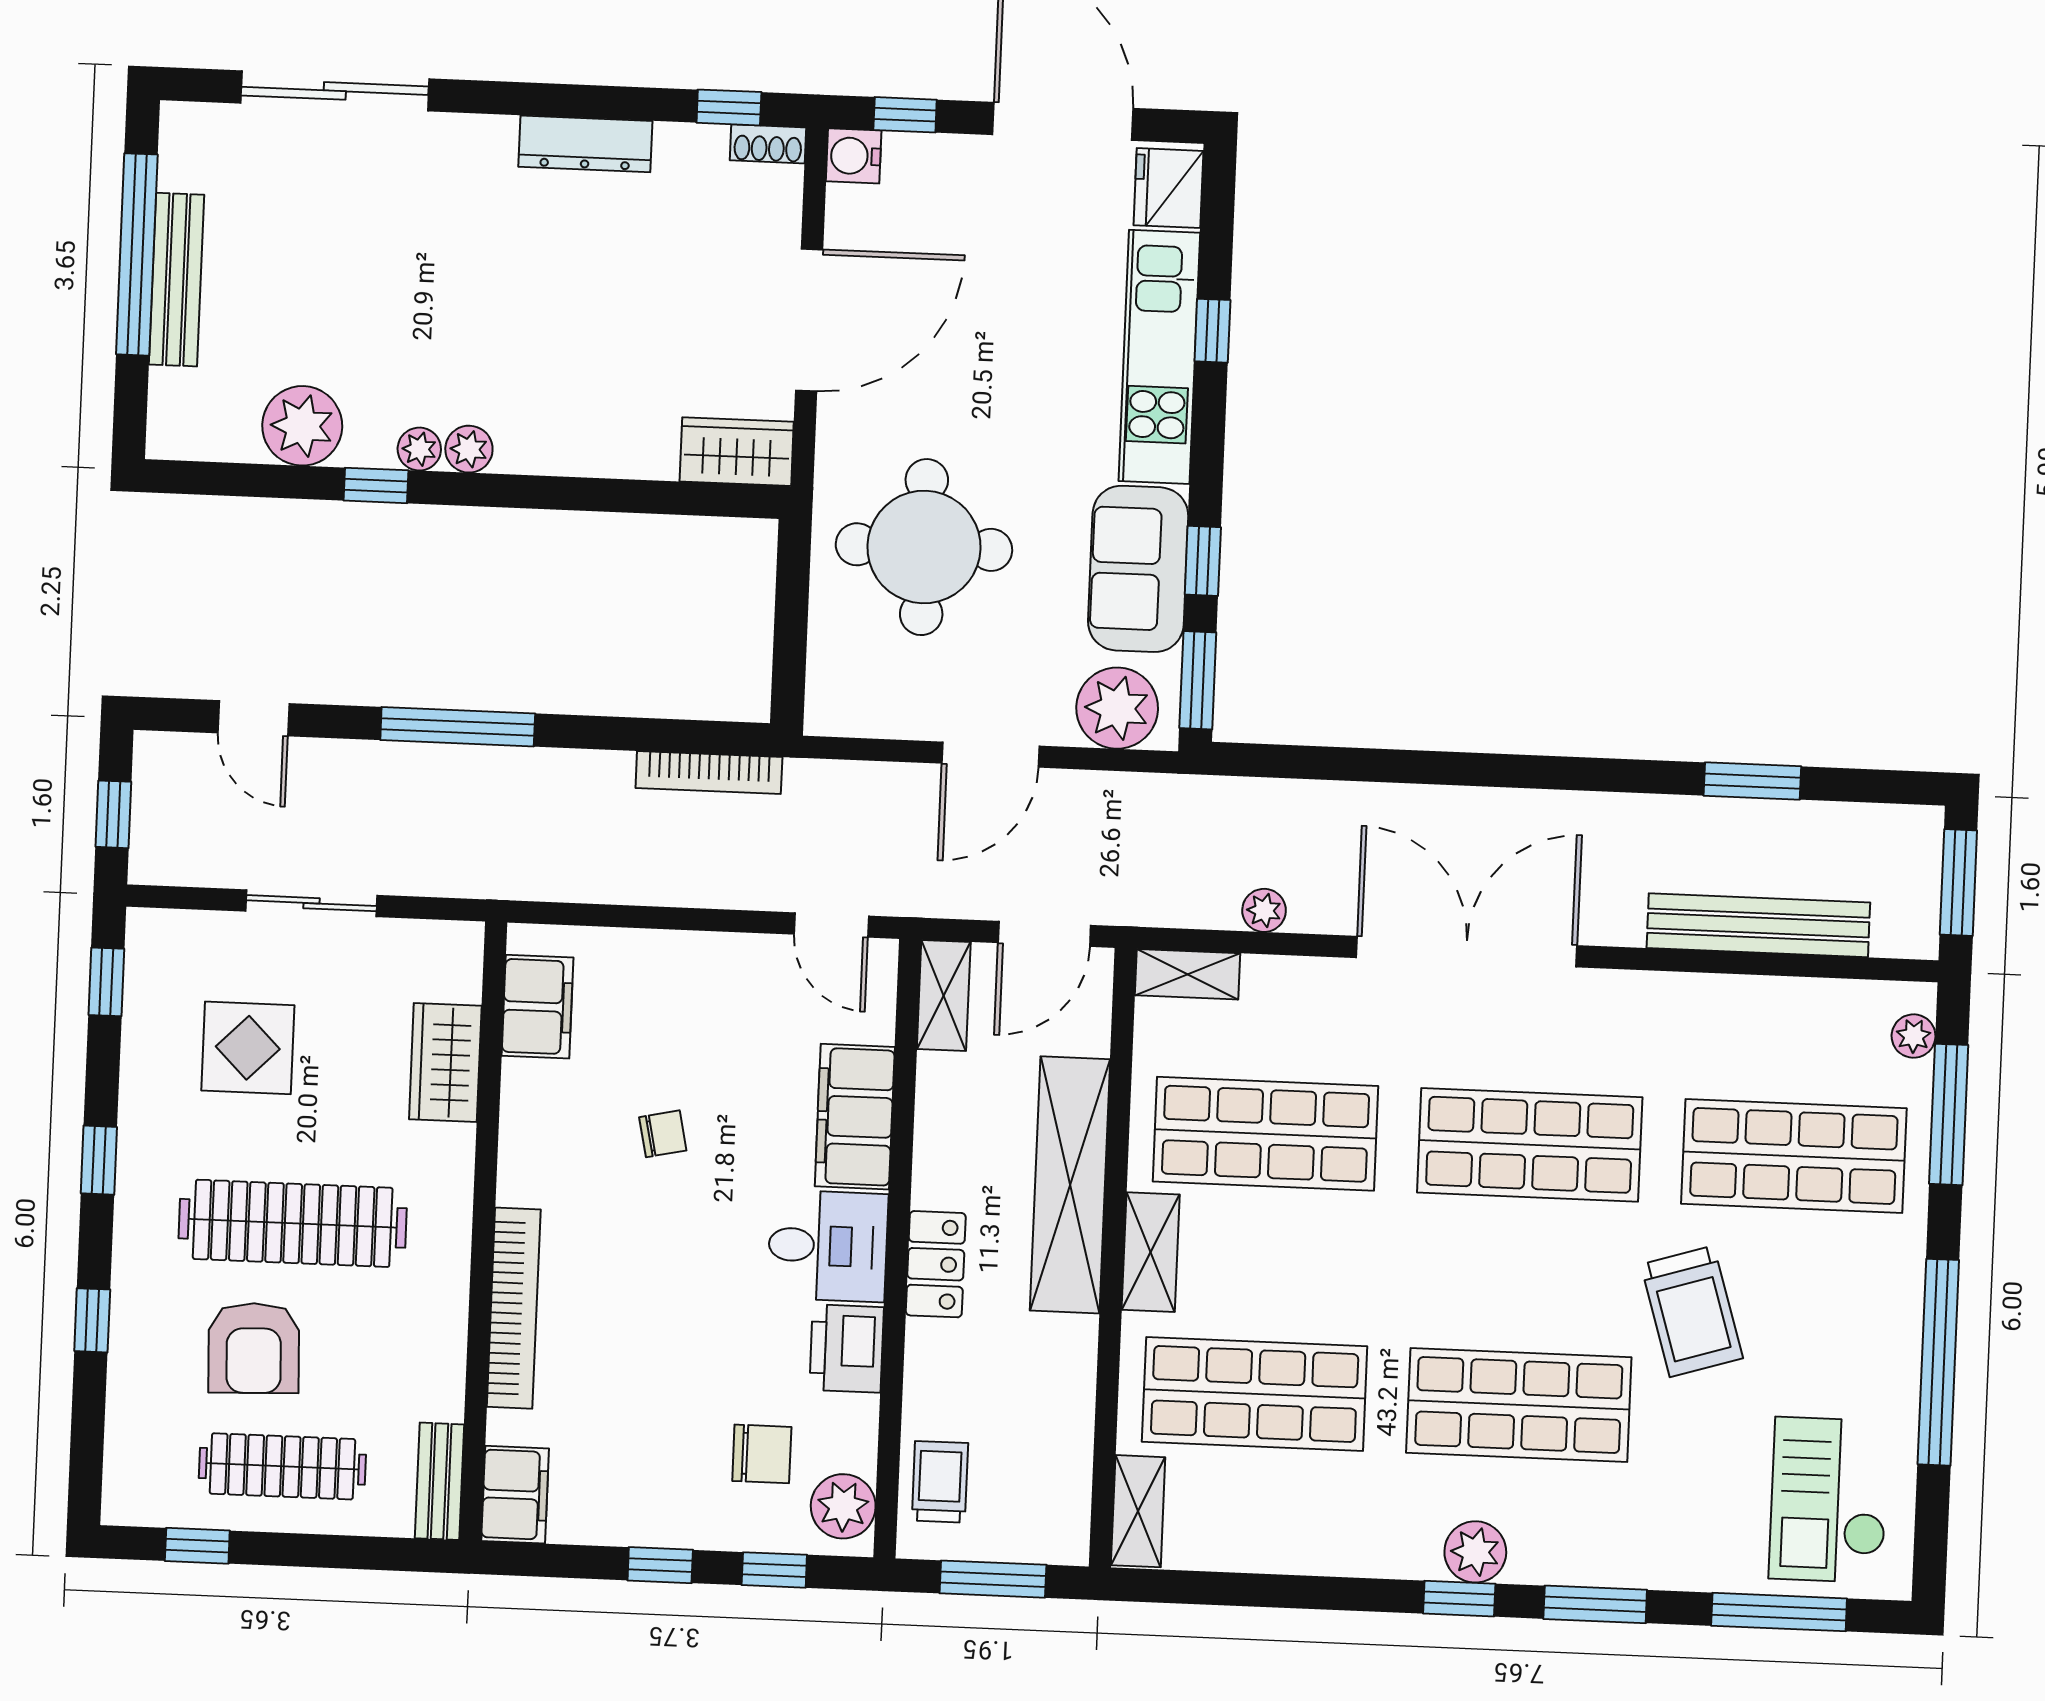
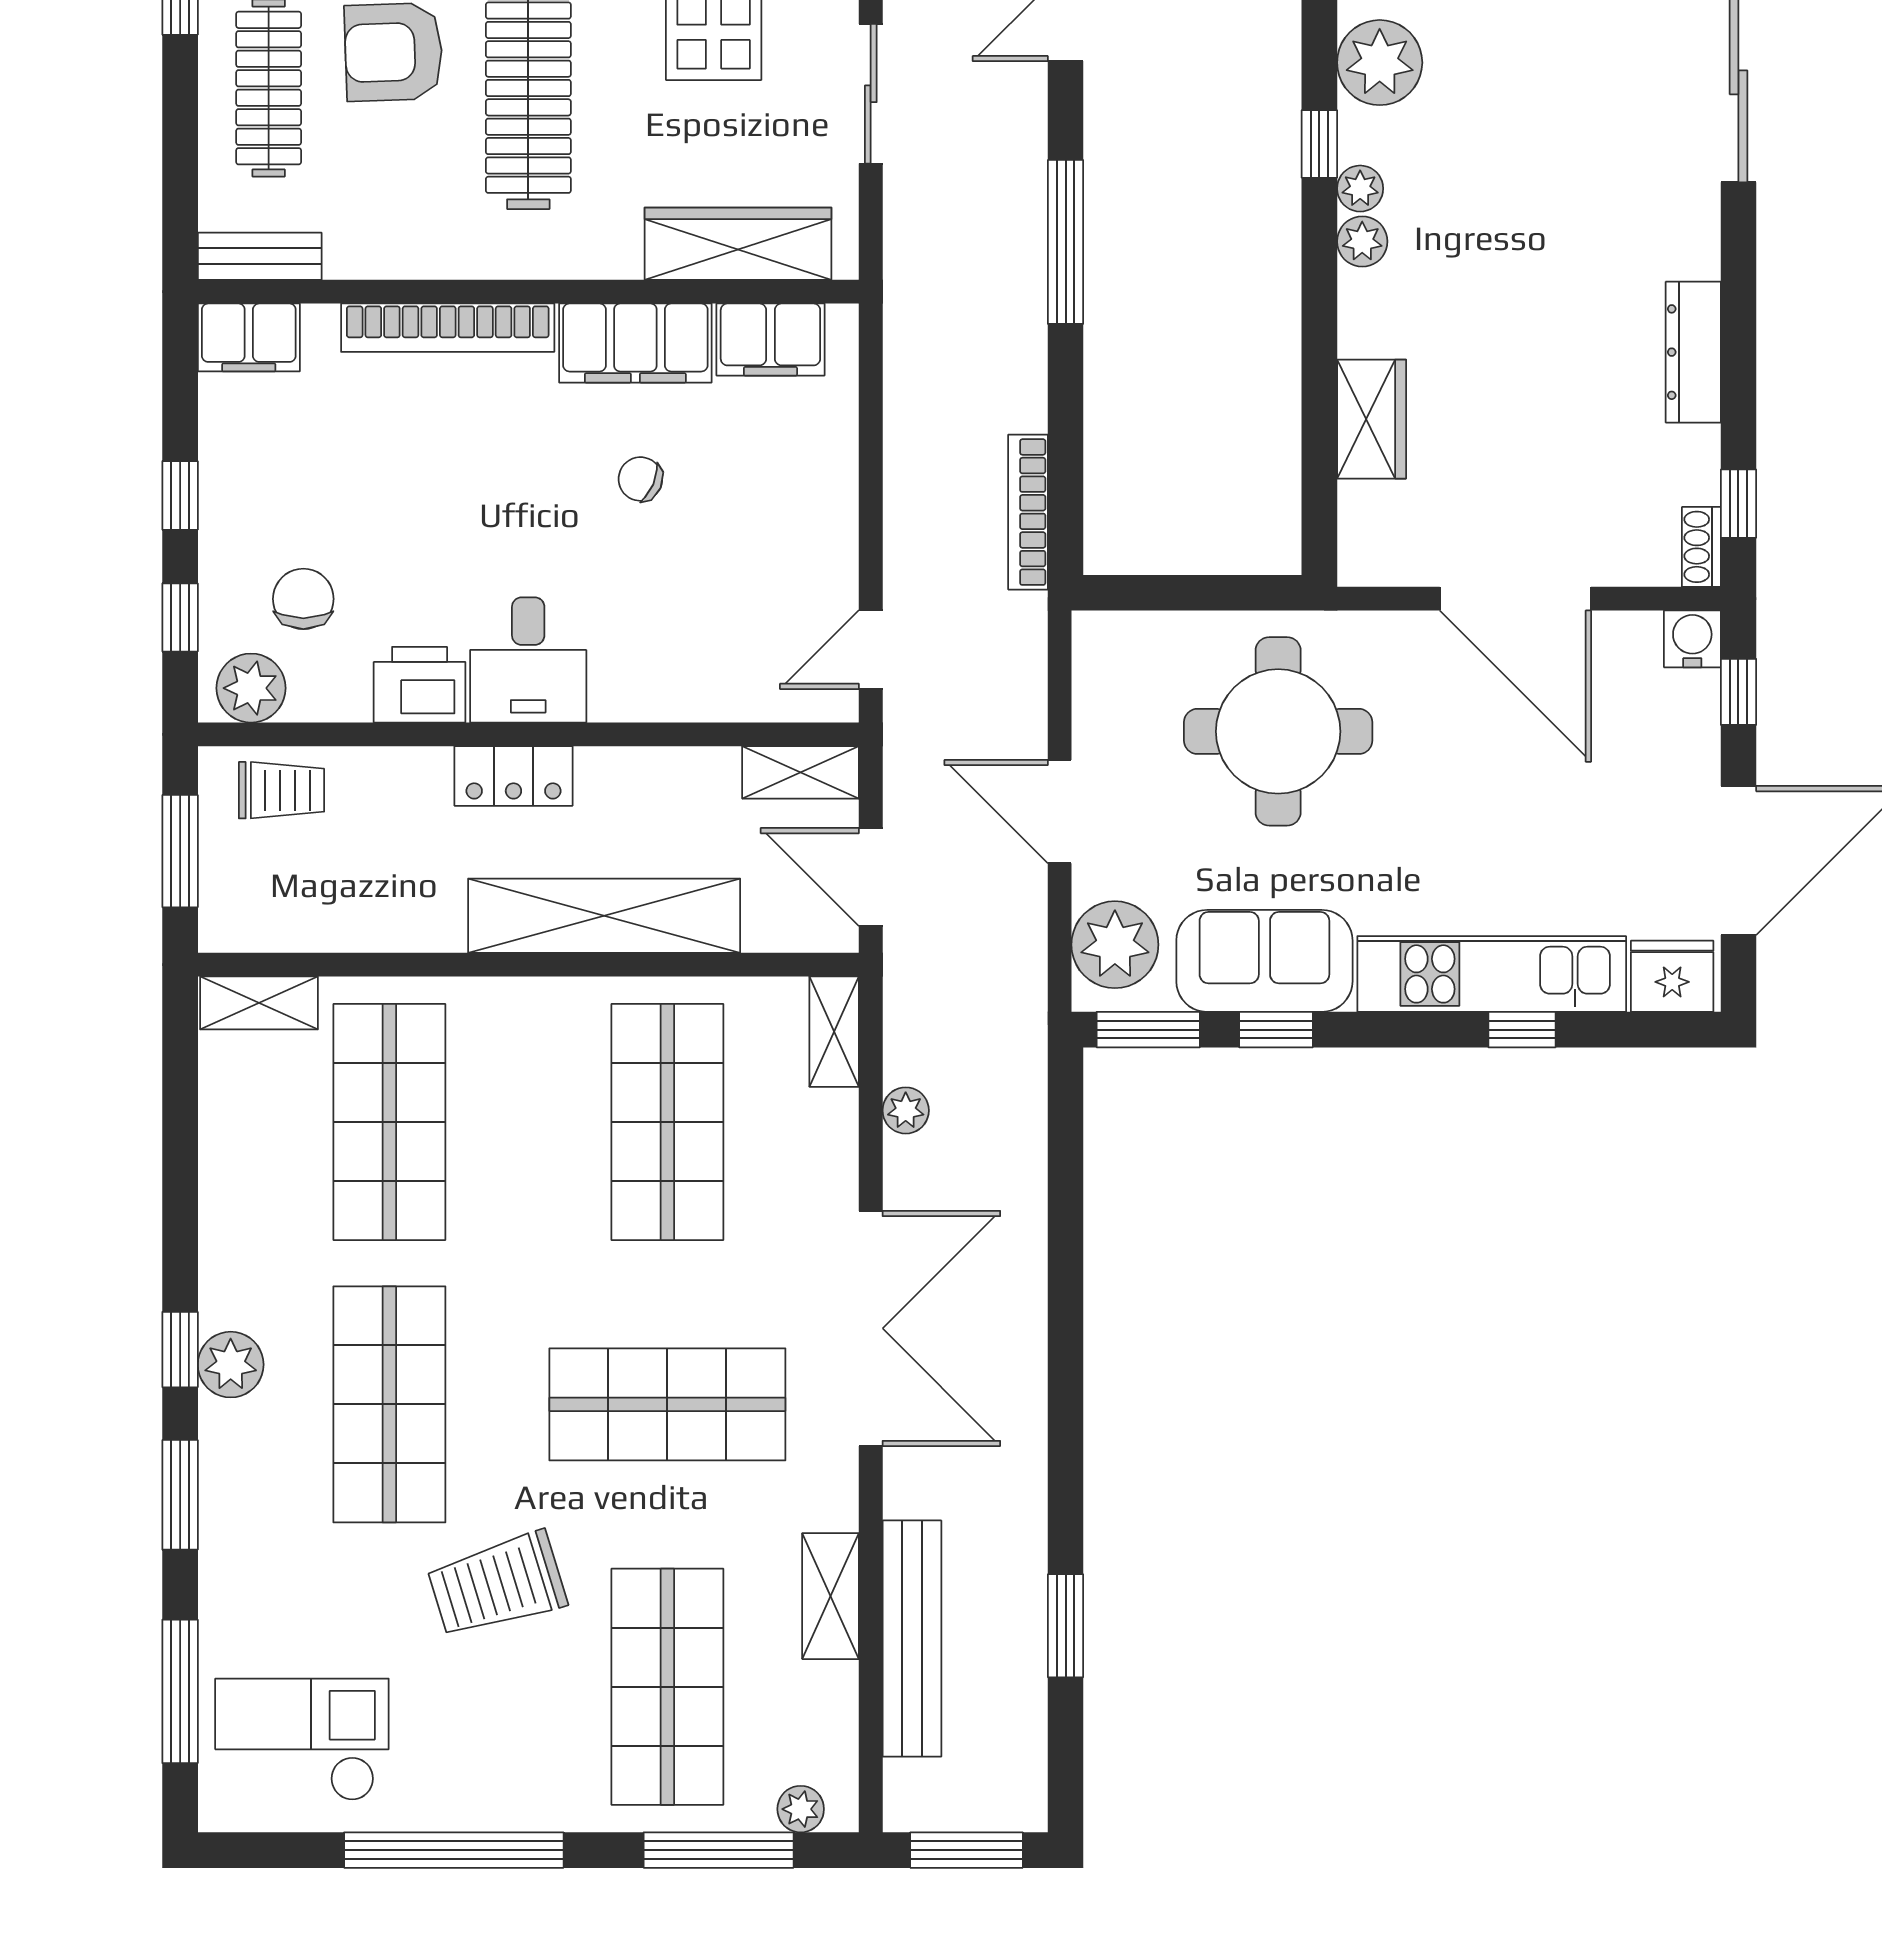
wardrobe: (737, 452) -> (1372, 419), moved
wardrobe: (445, 1062) -> (738, 244), width x1.50
filing cabinet: (855, 1117) -> (635, 343), moved, turned 180
chair: (663, 1134) -> (640, 479), turned 125
shop shelf: (1530, 1145) -> (667, 1404), turned 90
shelving: (1151, 1252) -> (831, 1596), moved, turned 90
chair: (762, 1454) -> (303, 599), turned 180

